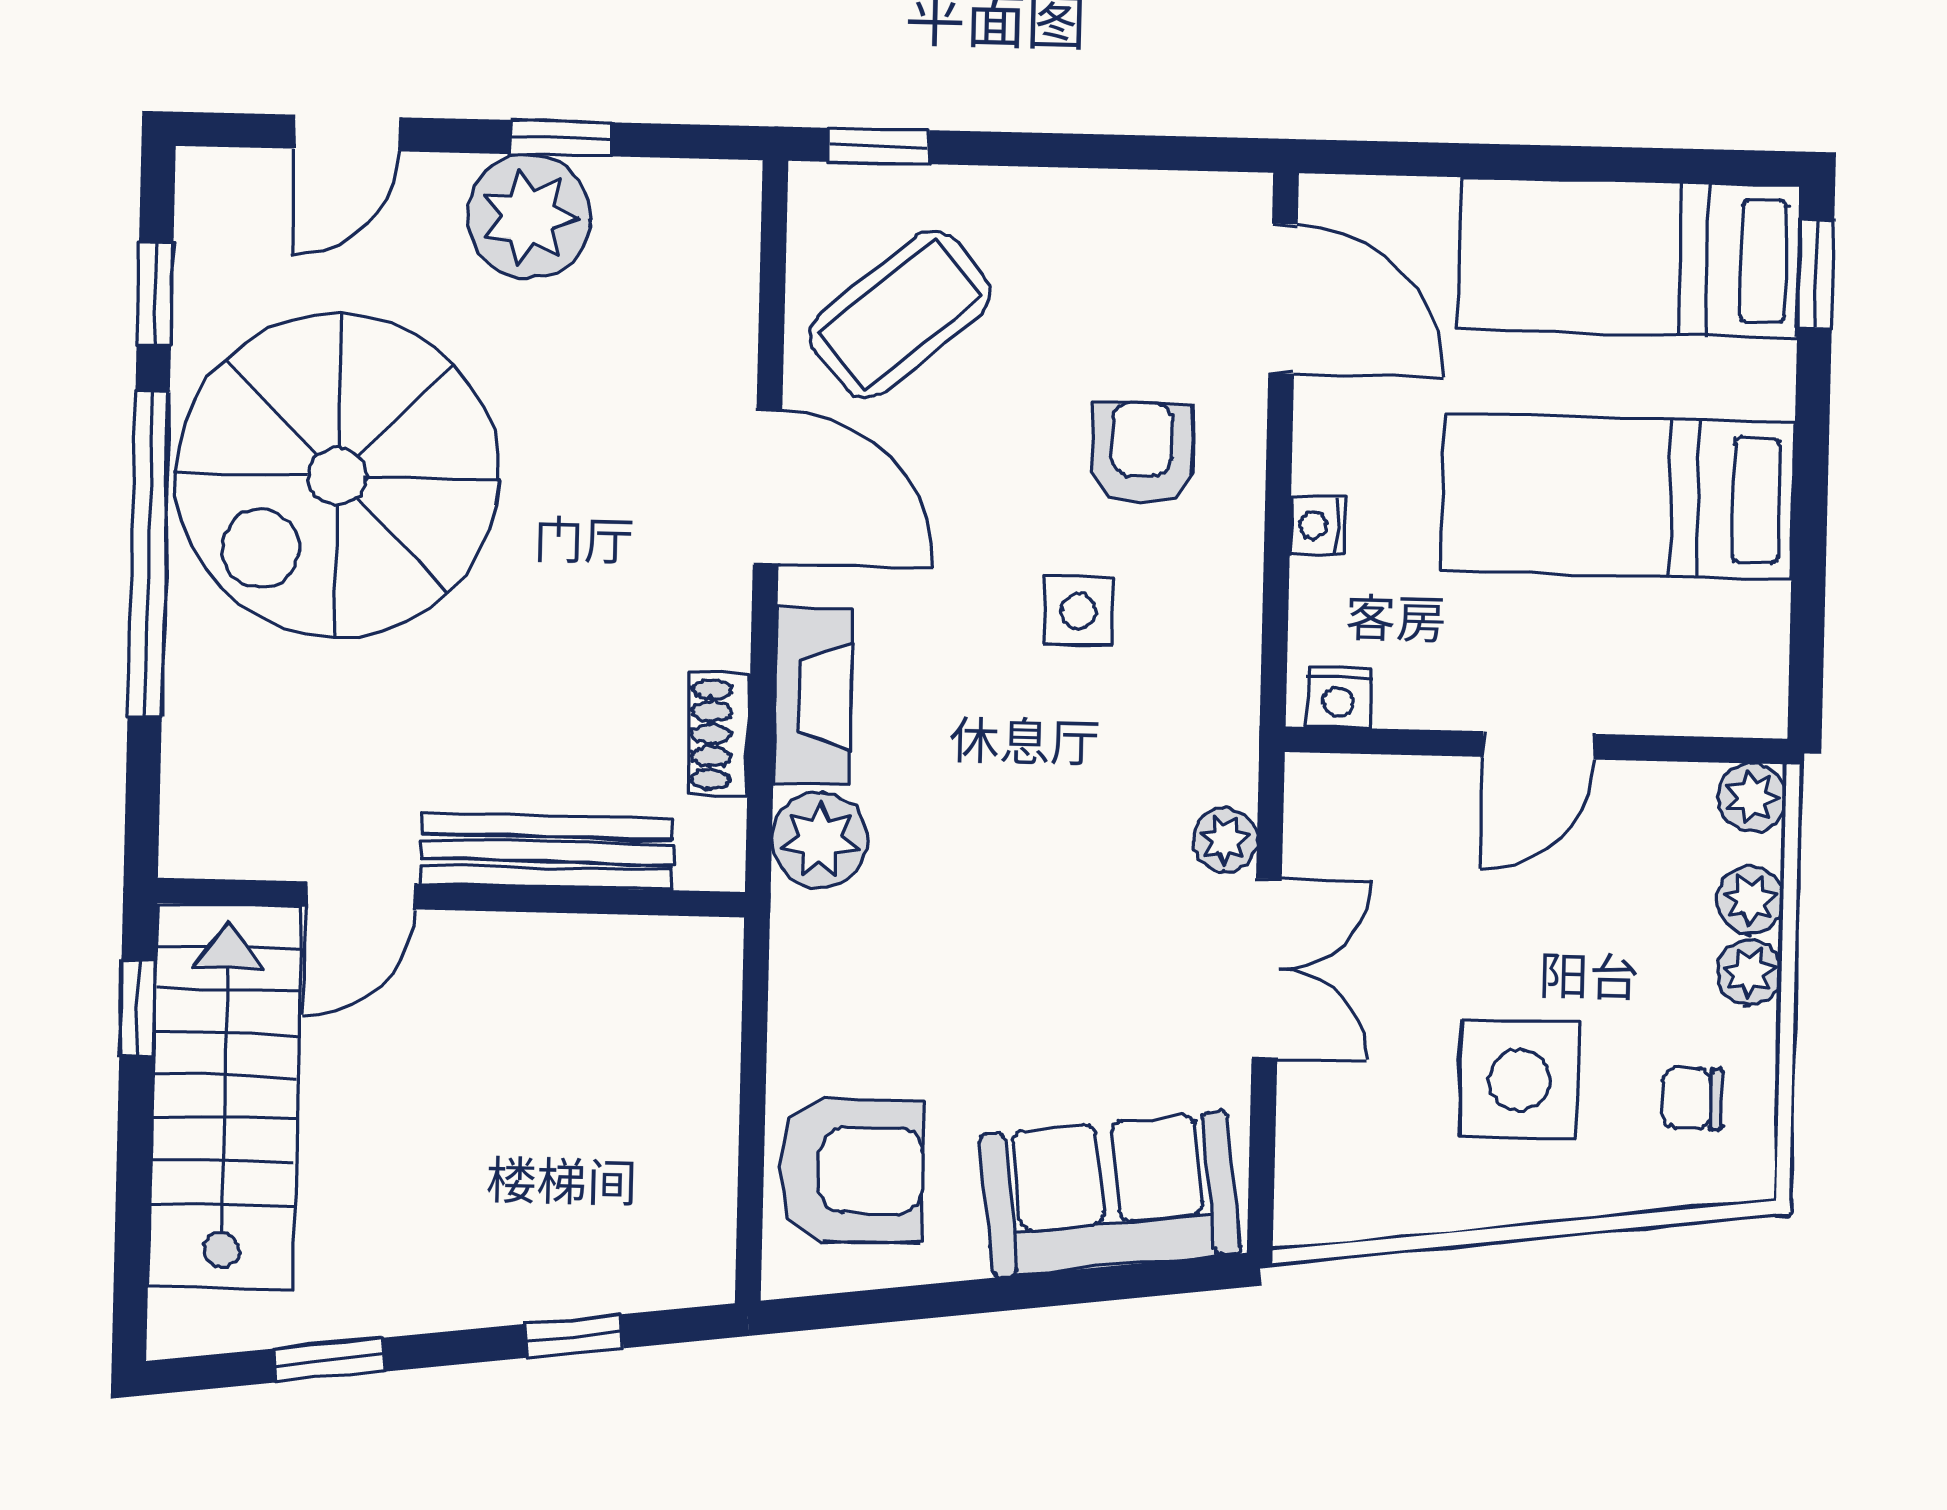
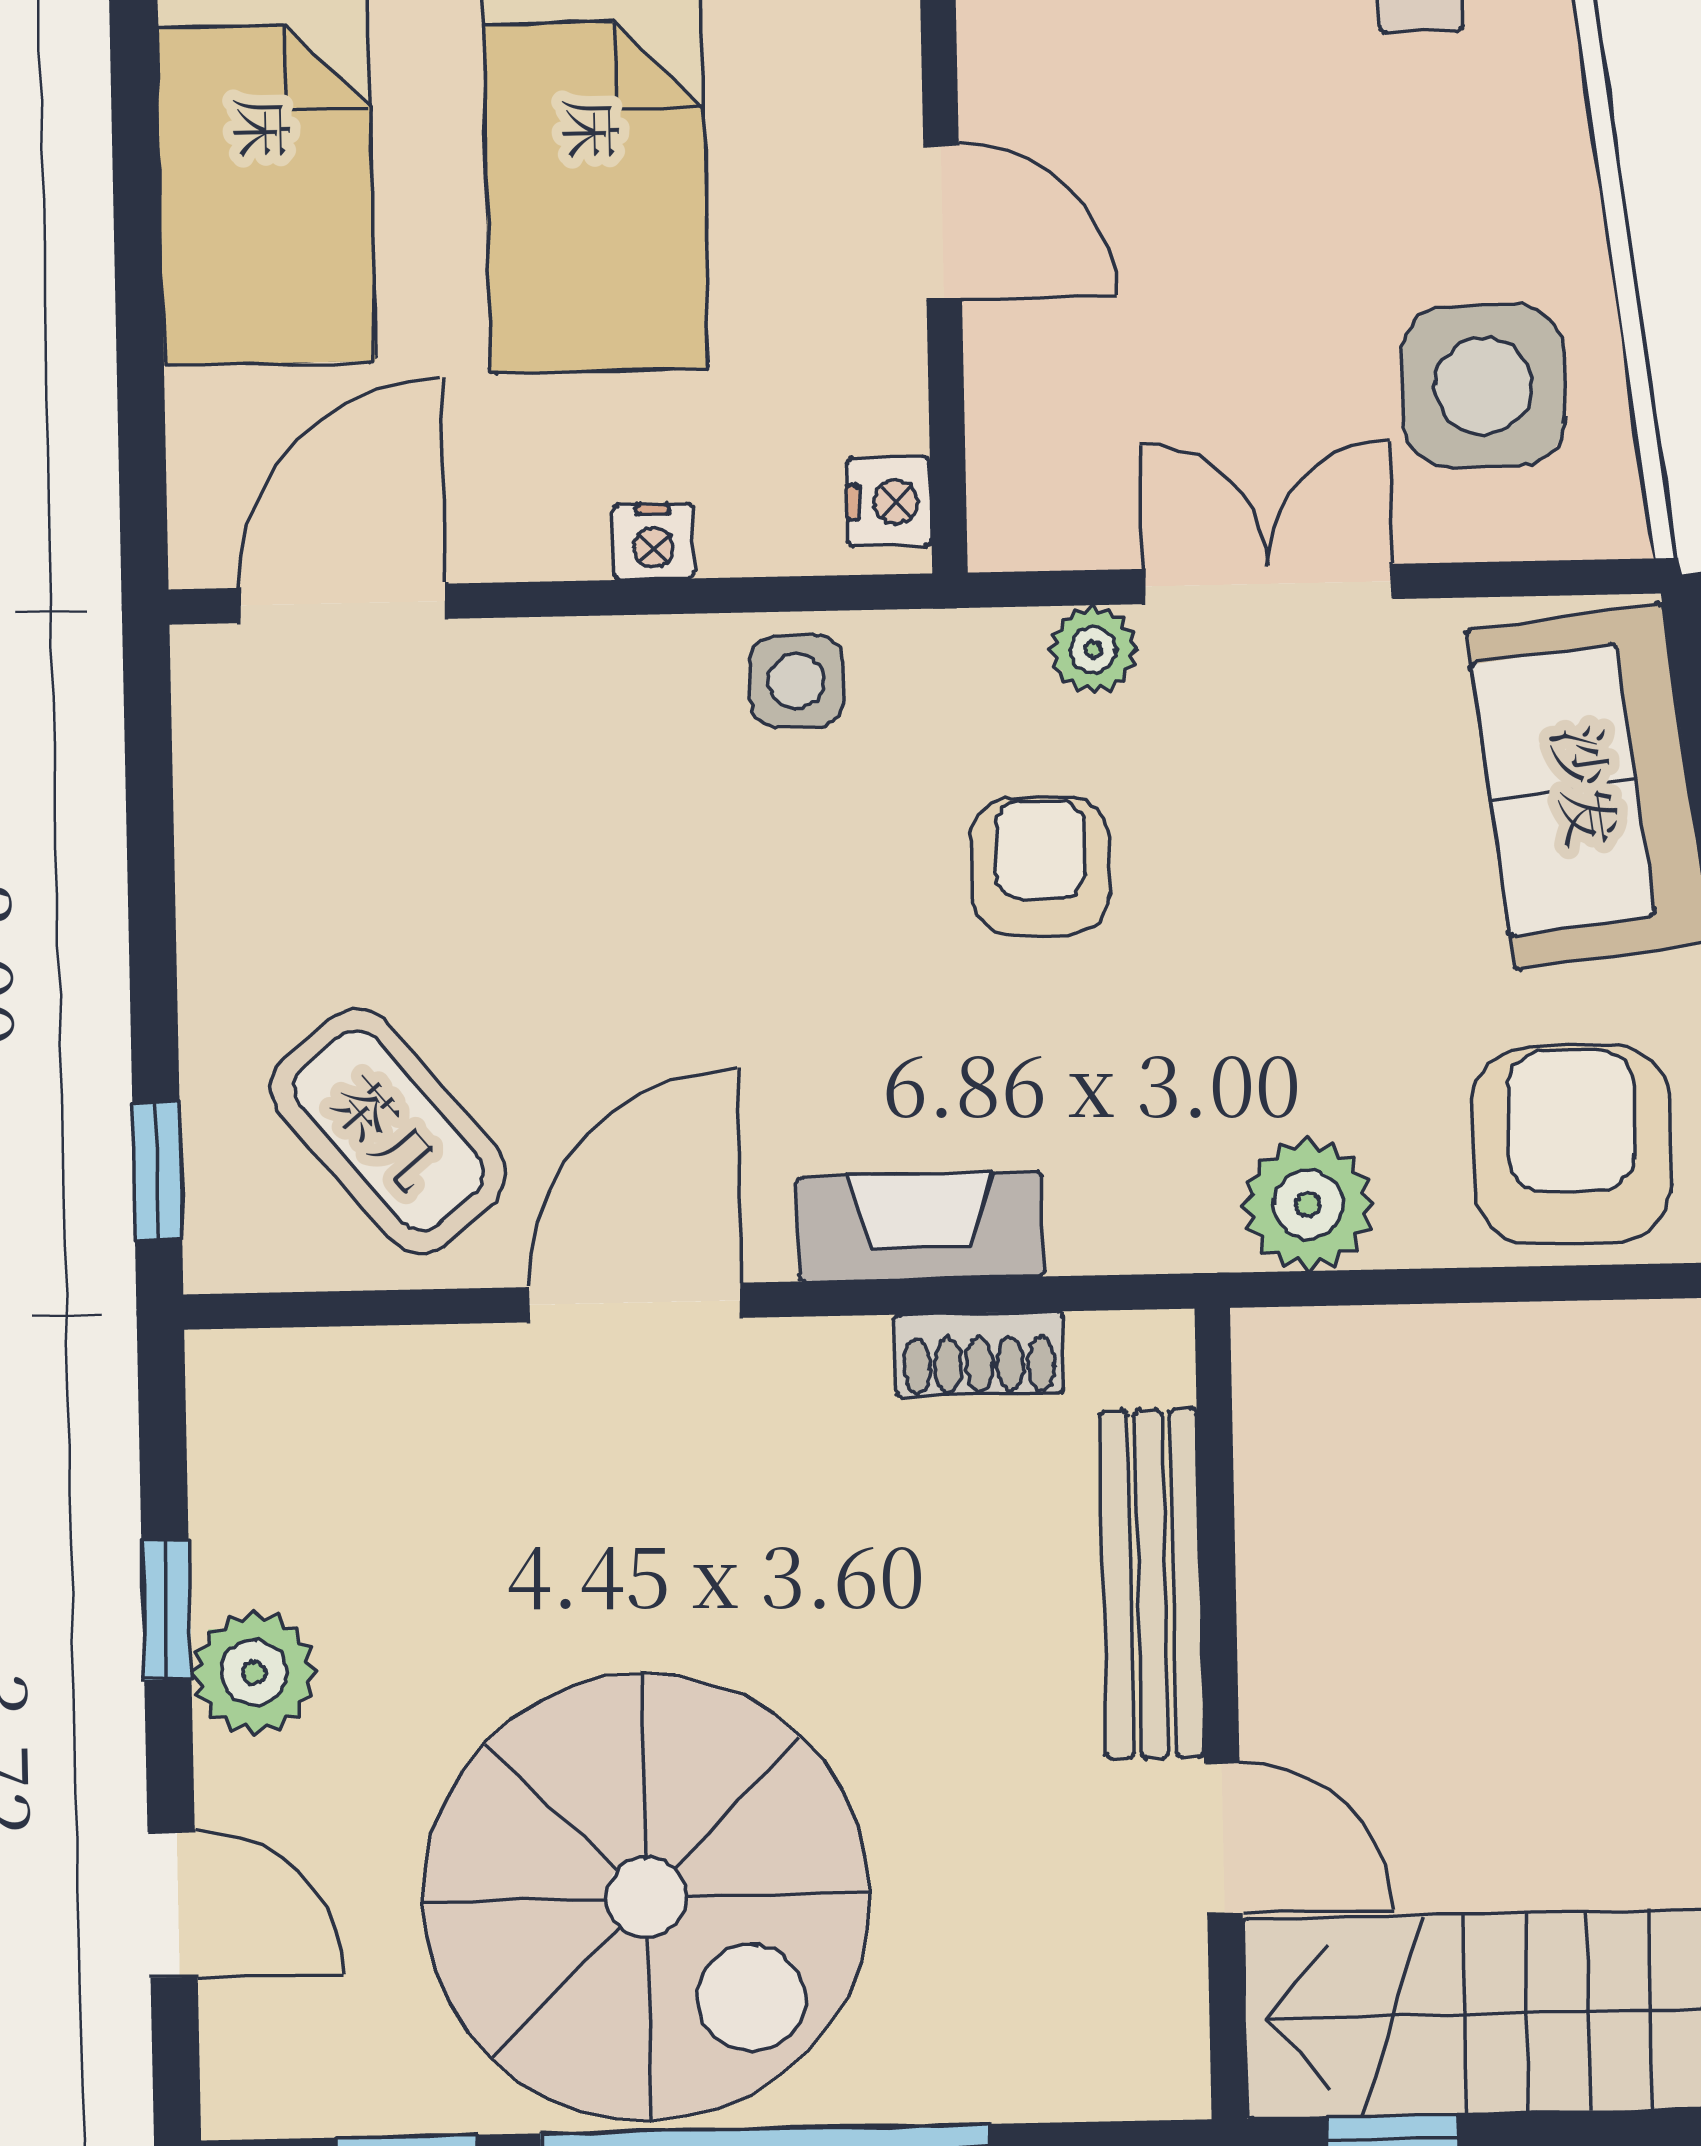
plant: (529, 216) -> (254, 1673), width x0.73, depth x0.73
armchair: (1142, 453) -> (1040, 866), moved, turned 90
side table: (1078, 611) -> (797, 681), moved
plant: (820, 840) -> (1308, 1205), moved
side table: (1519, 1080) -> (1484, 386), moved

